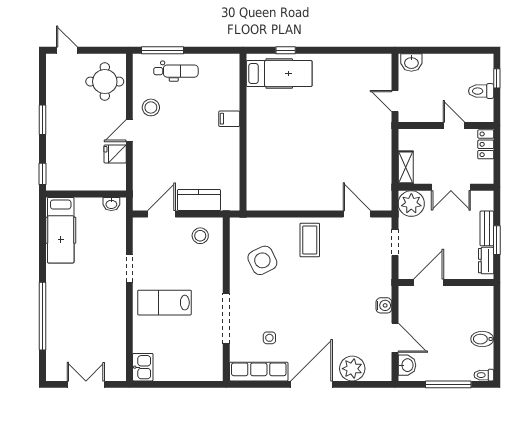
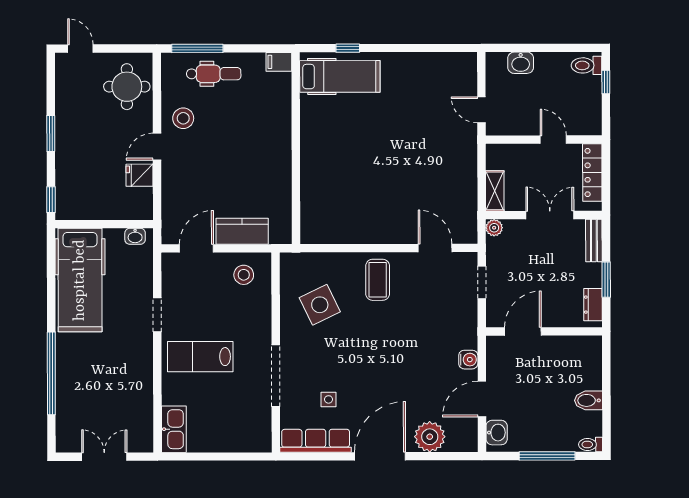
washbasin: (411, 62) -> (521, 63), moved
toilet: (481, 91) -> (587, 65), moved
filing cabinet: (229, 119) -> (279, 62), moved
locker: (486, 144) -> (592, 173), width x1.53
double door: (451, 187) -> (550, 215), swing flipped
plant: (411, 204) -> (494, 228), width x0.53, depth x0.53
bench: (487, 228) -> (594, 240), moved
hospital bed: (61, 230) -> (80, 280), width x1.37, depth x1.29
door: (395, 338) -> (482, 399), swing flipped
kitchen sink: (143, 367) -> (174, 429), width x1.38

